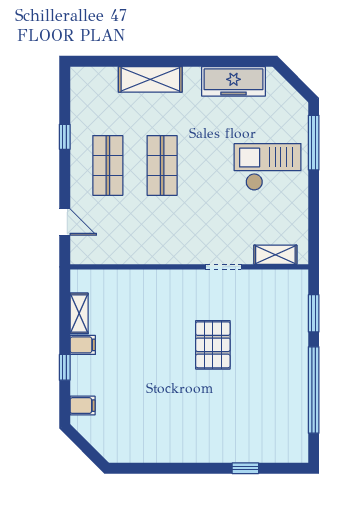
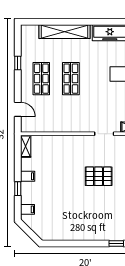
shelving: (150, 79) -> (64, 32), width x1.47
shelving: (79, 313) -> (26, 146), moved
pallet: (213, 345) -> (99, 176), turned 90

